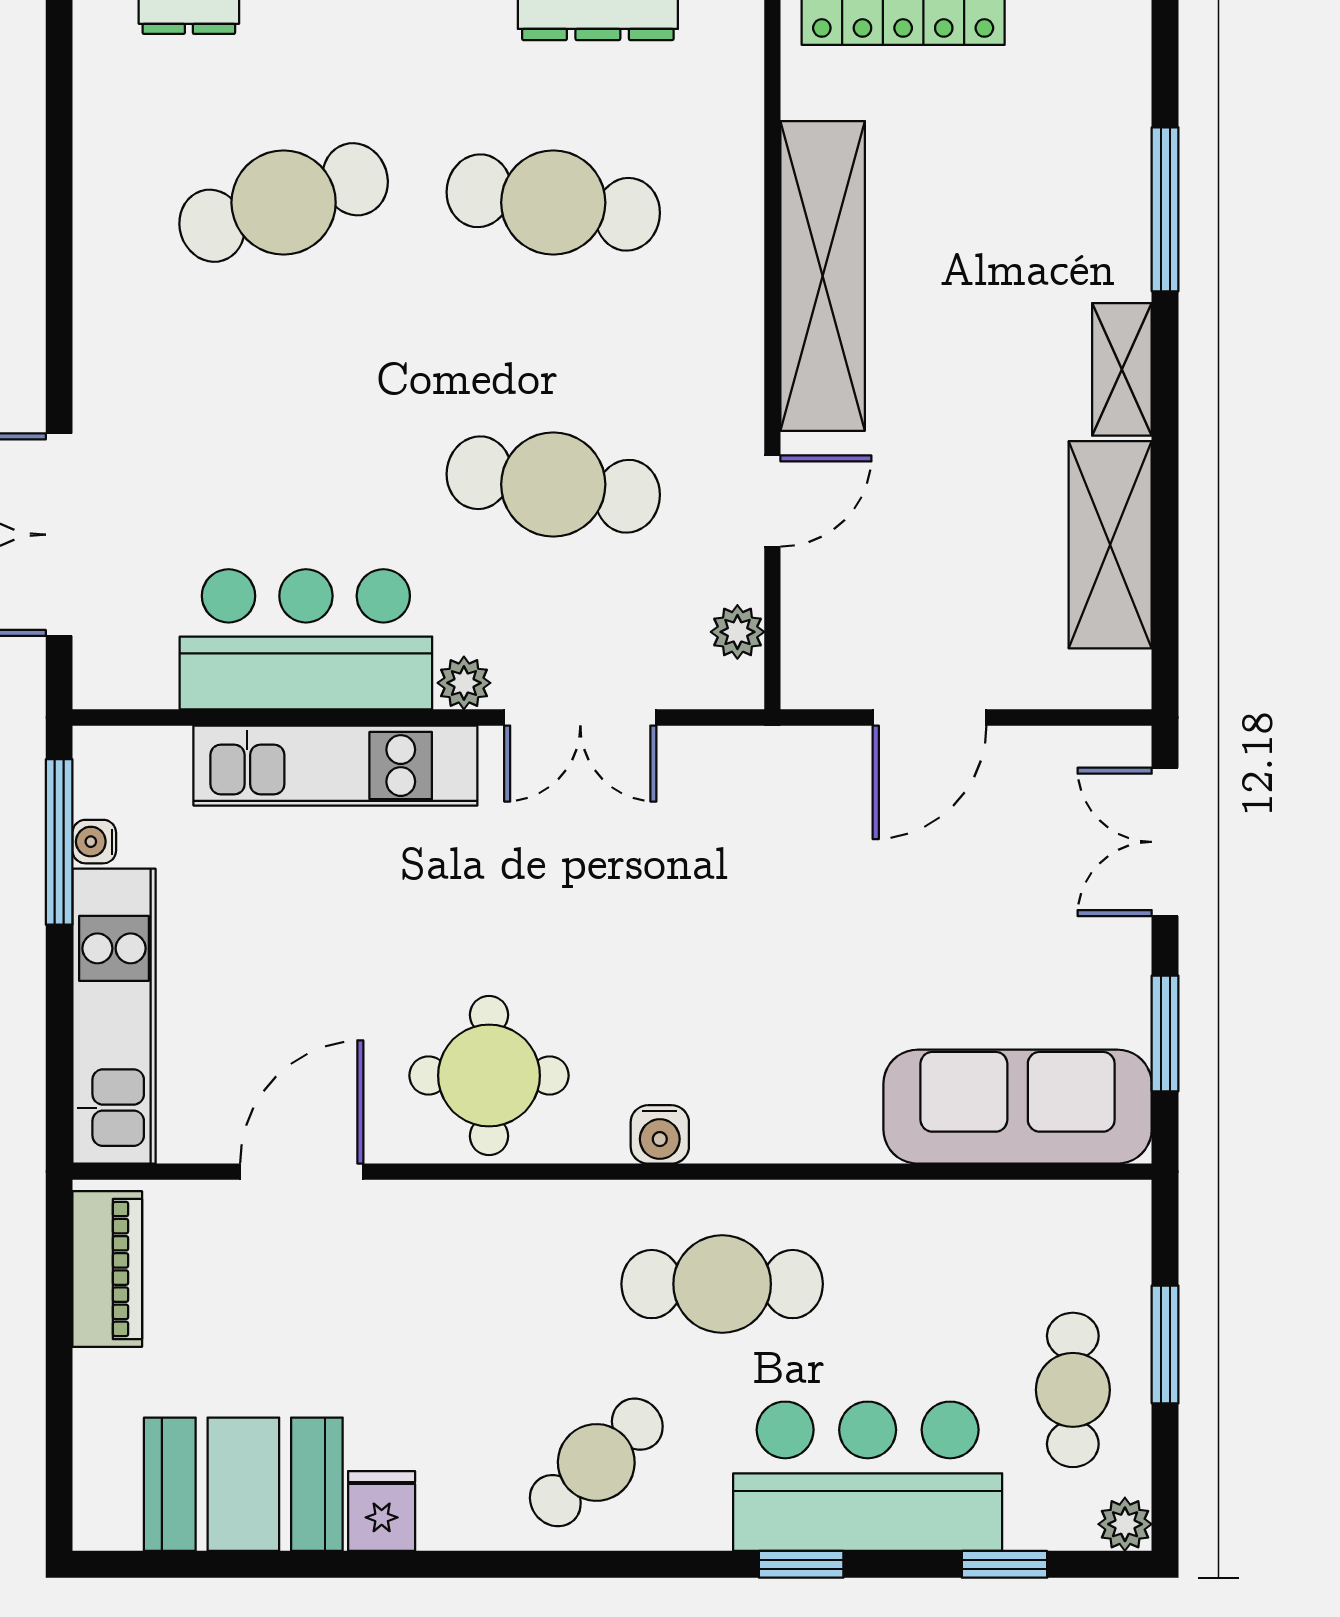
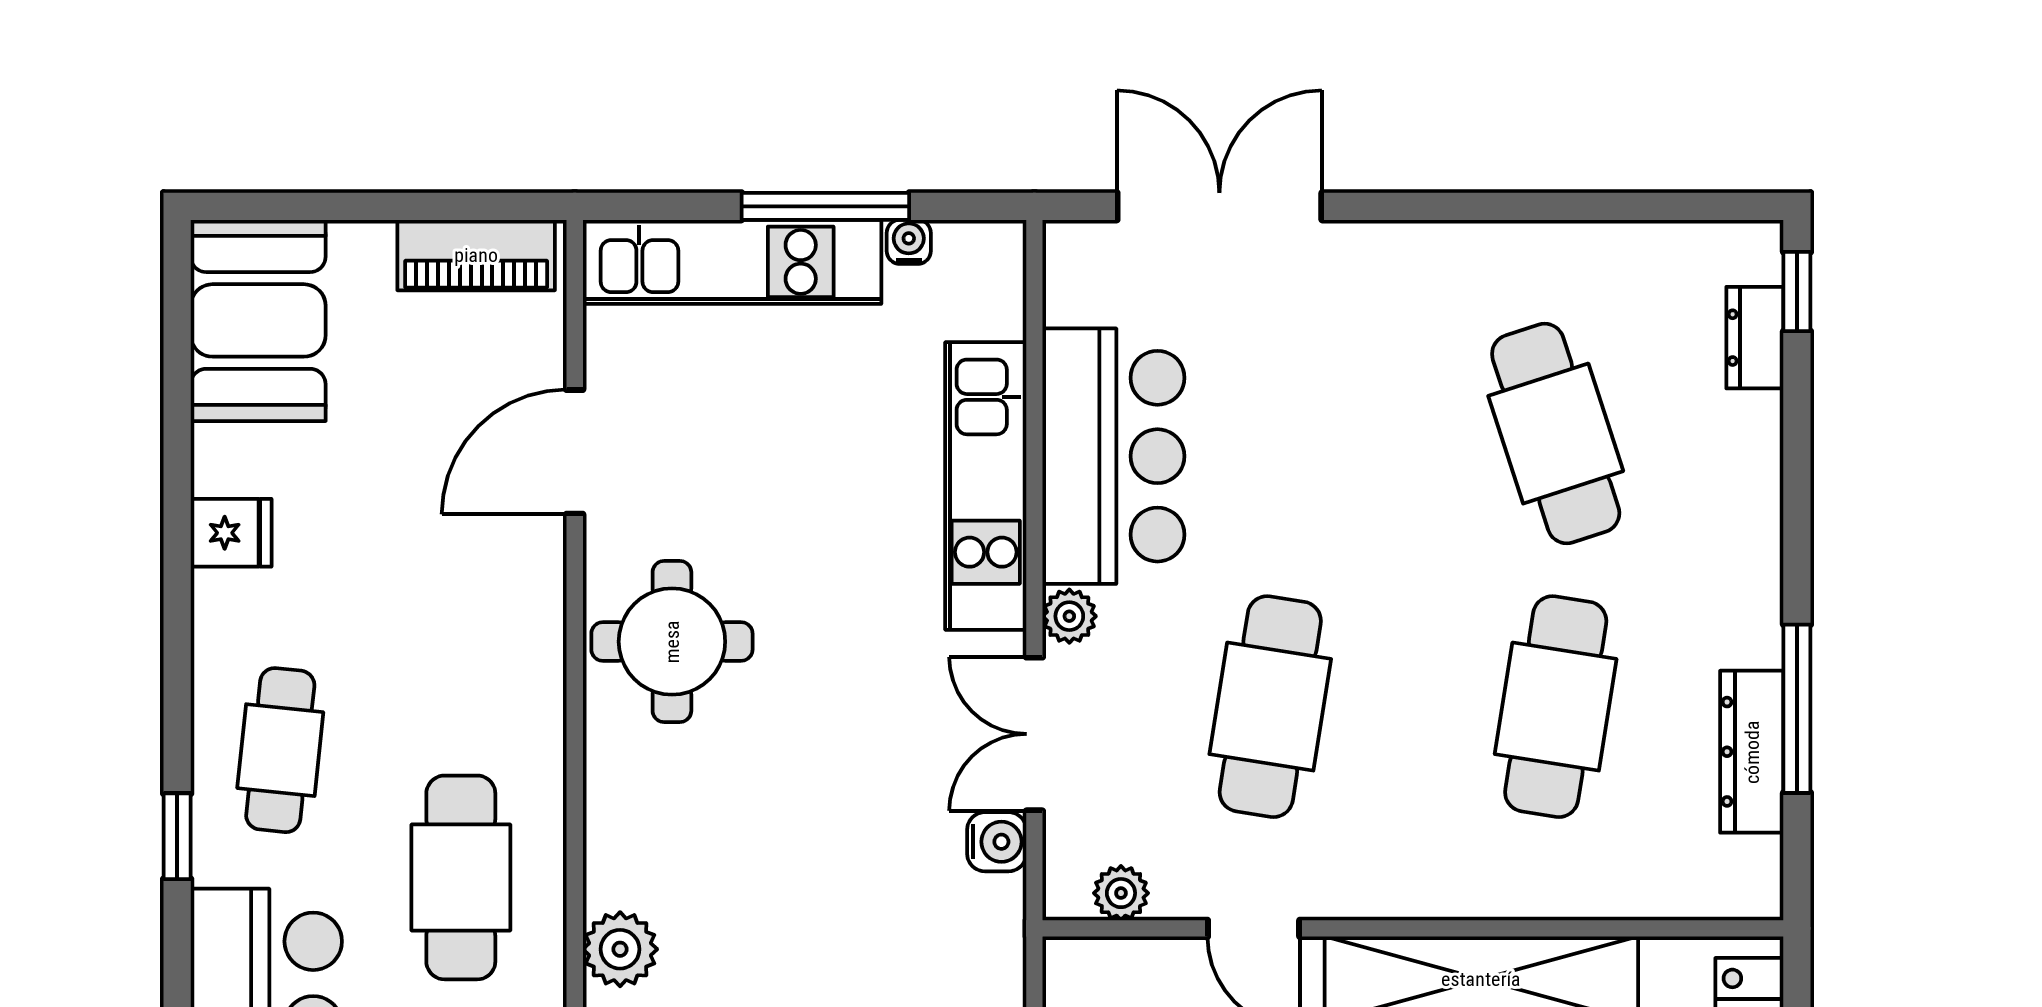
window: (59, 842) -> (825, 206), moved
plant: (793, 1127) -> (620, 949), added
water cooler: (660, 1134) -> (997, 842), moved, turned 180
door: (302, 1172) -> (575, 452), swing flipped
cafe table: (596, 1462) -> (280, 750), turned 49
booth: (243, 1484) -> (258, 320), moved
window: (801, 1564) -> (177, 836), moved

